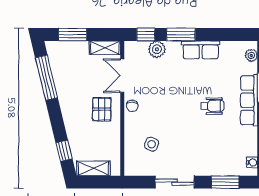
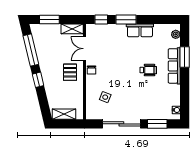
plant: (157, 49) -> (109, 30), removed
window: (64, 151) -> (38, 80), moved
sliding door: (175, 182) -> (121, 124), width x1.37

